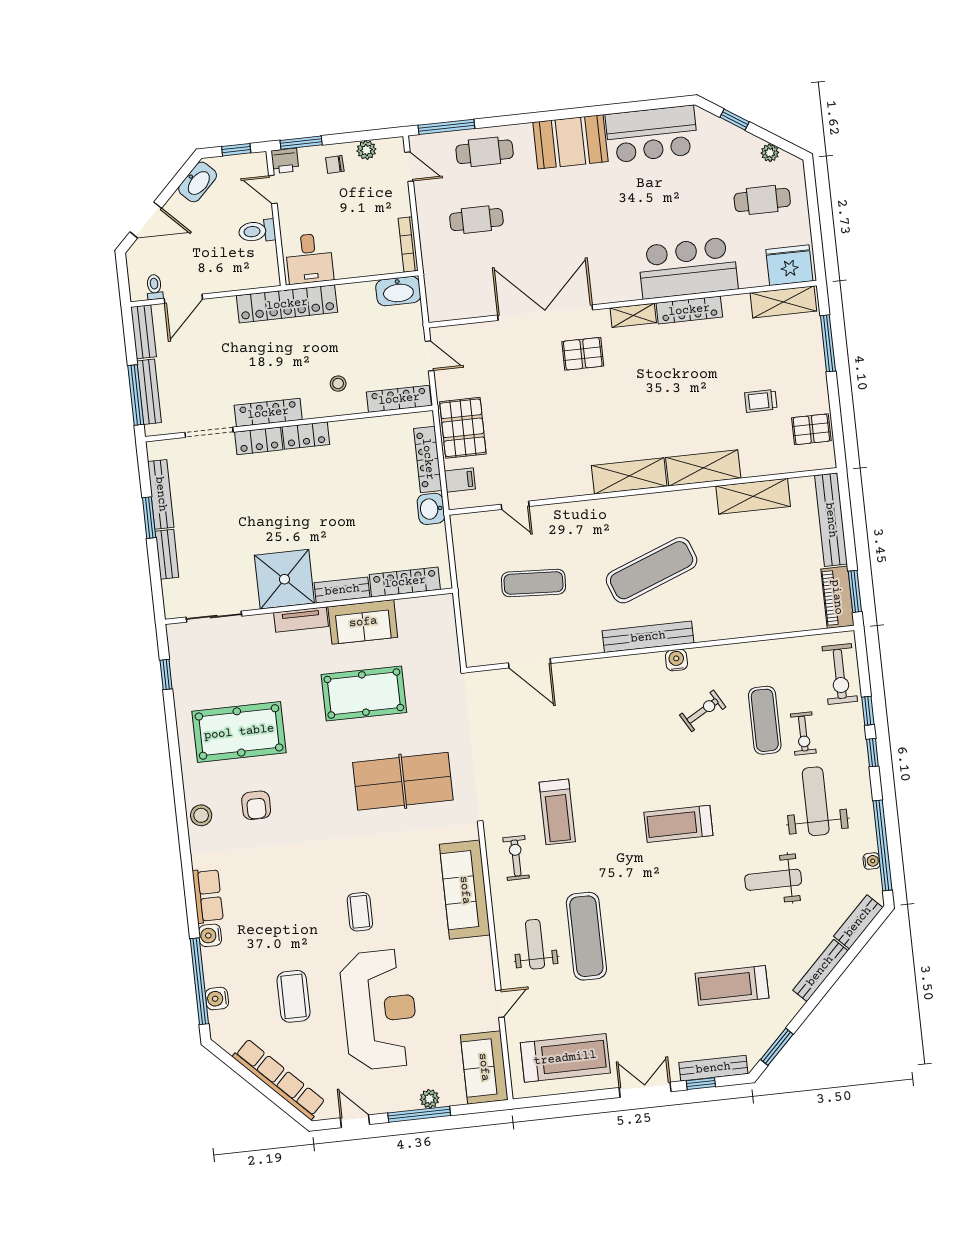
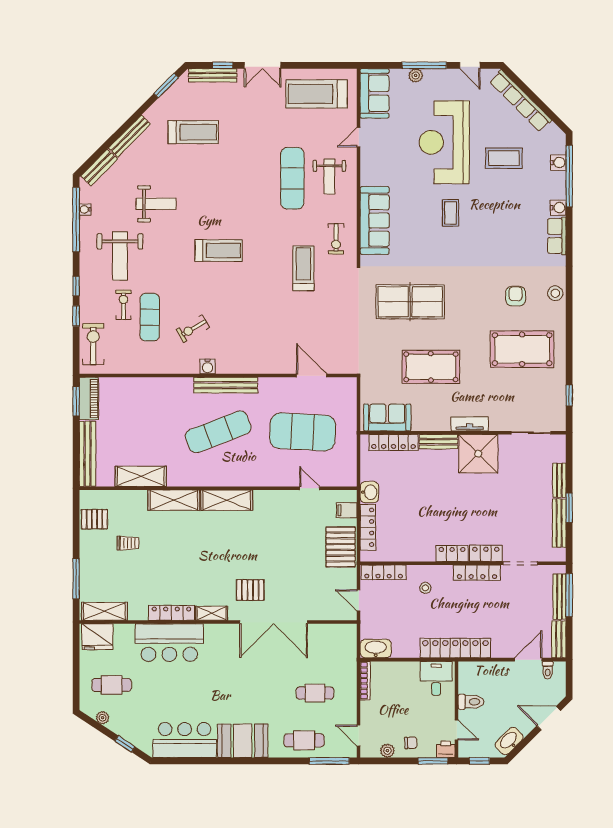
exercise mat: (533, 583) -> (303, 432), width x2.00, depth x1.45
sofa: (363, 622) -> (387, 417), moved
coffee table: (294, 996) -> (504, 158), turned 90

